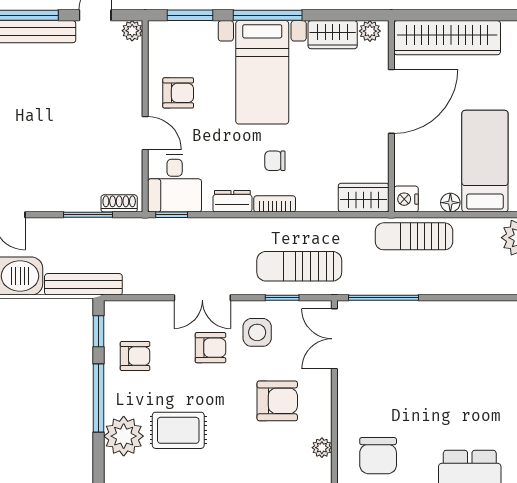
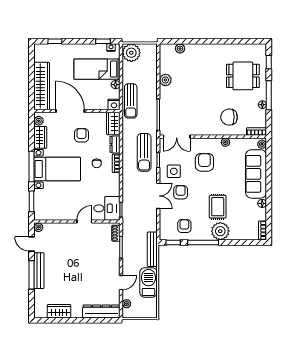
armchair: (178, 93) -> (82, 135), moved
dresser: (232, 201) -> (115, 144), moved
plant: (461, 314) -> (165, 80), added
chair: (378, 456) -> (229, 117), turned 180

